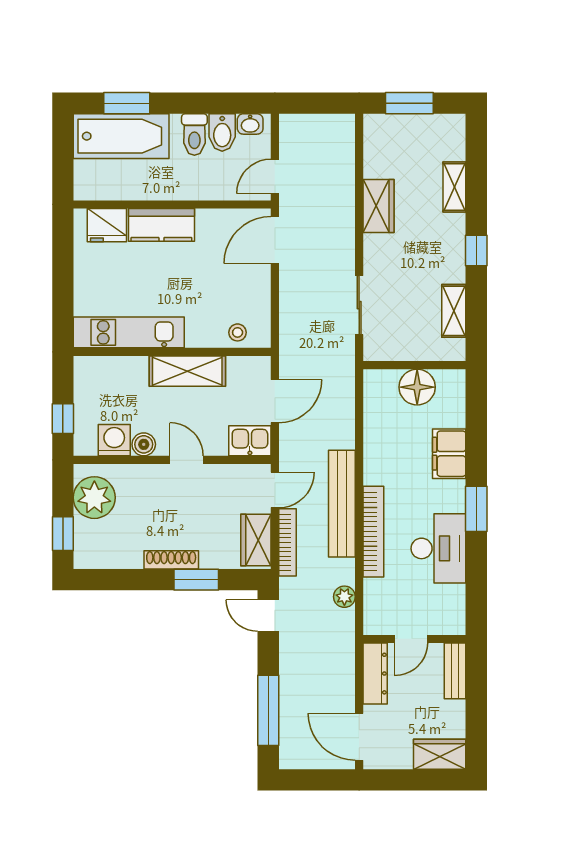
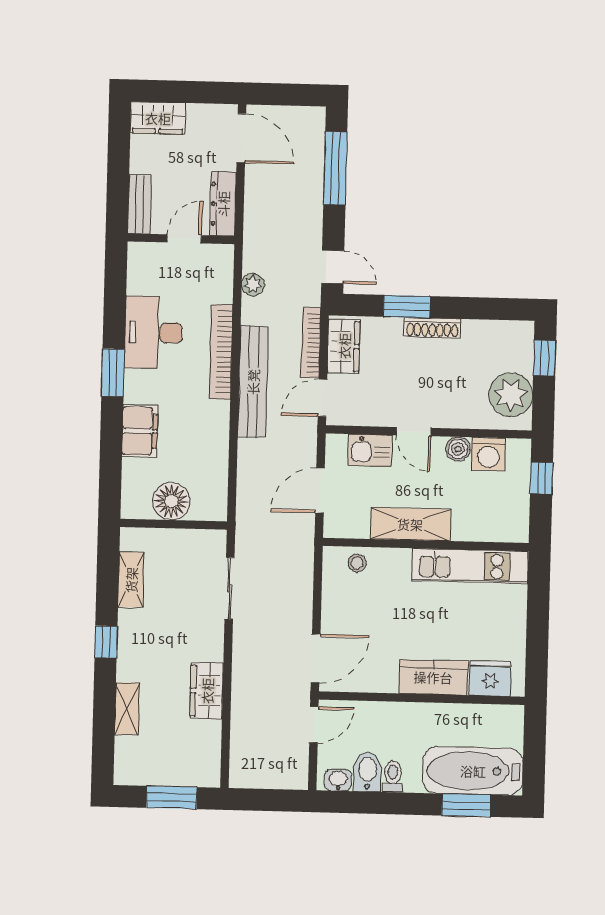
toilet: (194, 134) -> (393, 777), width x0.73, depth x0.72
kitchen sink: (250, 441) -> (370, 450), moved

